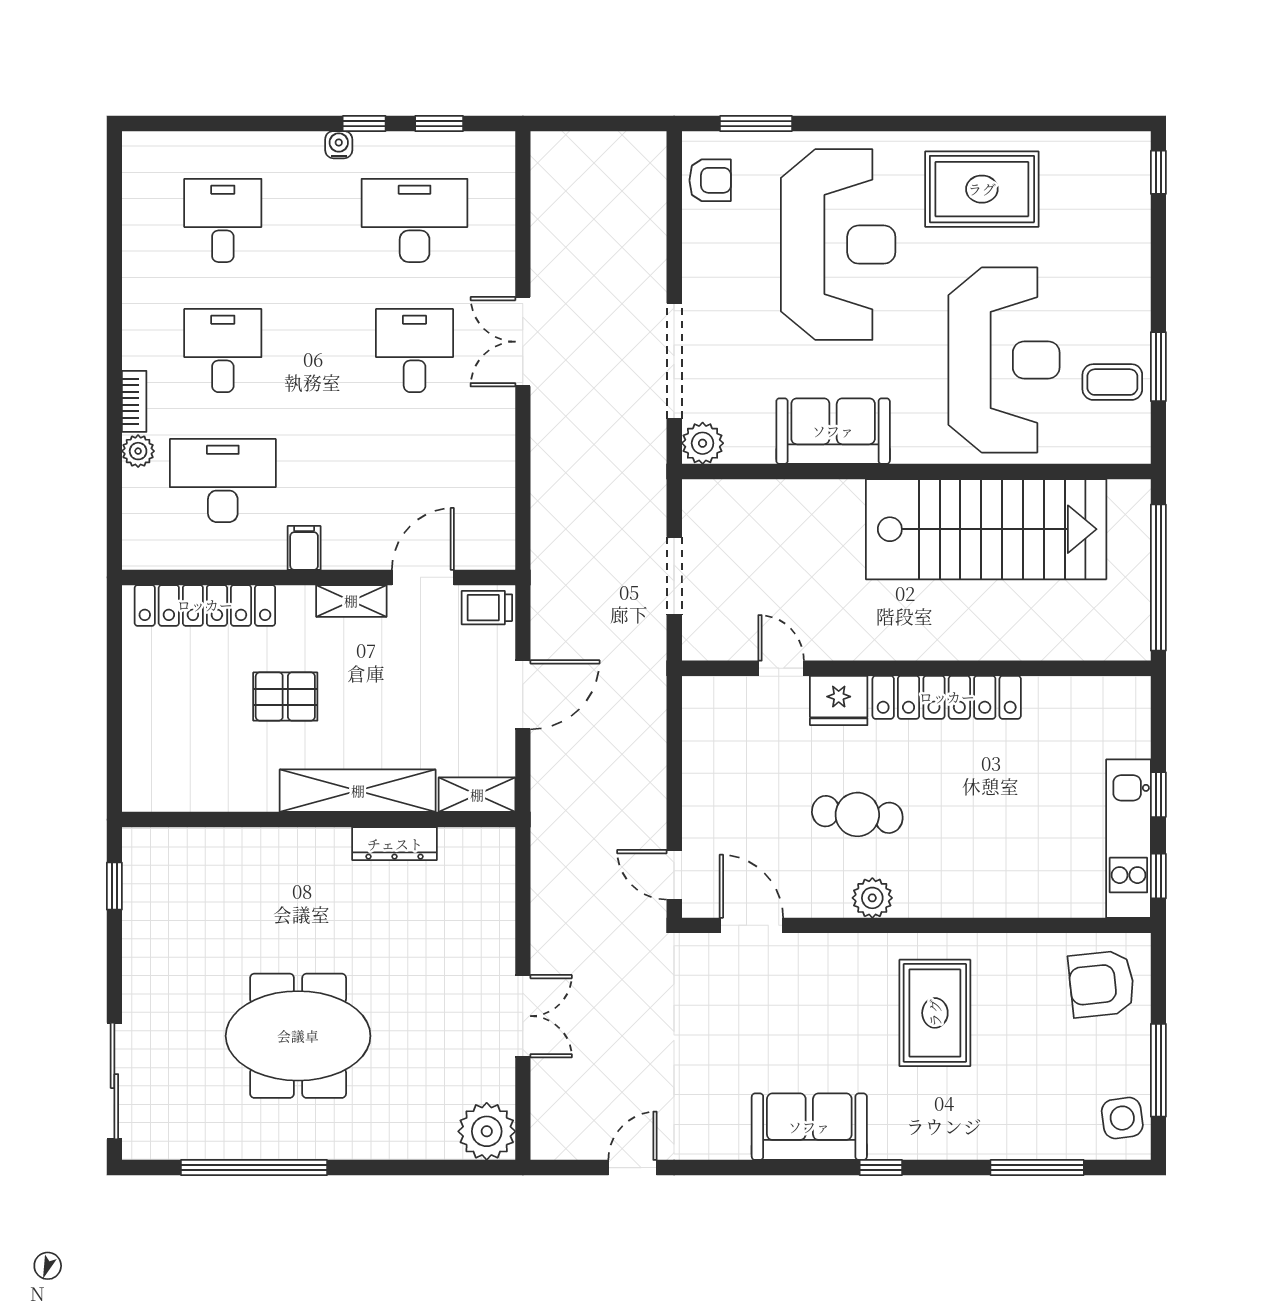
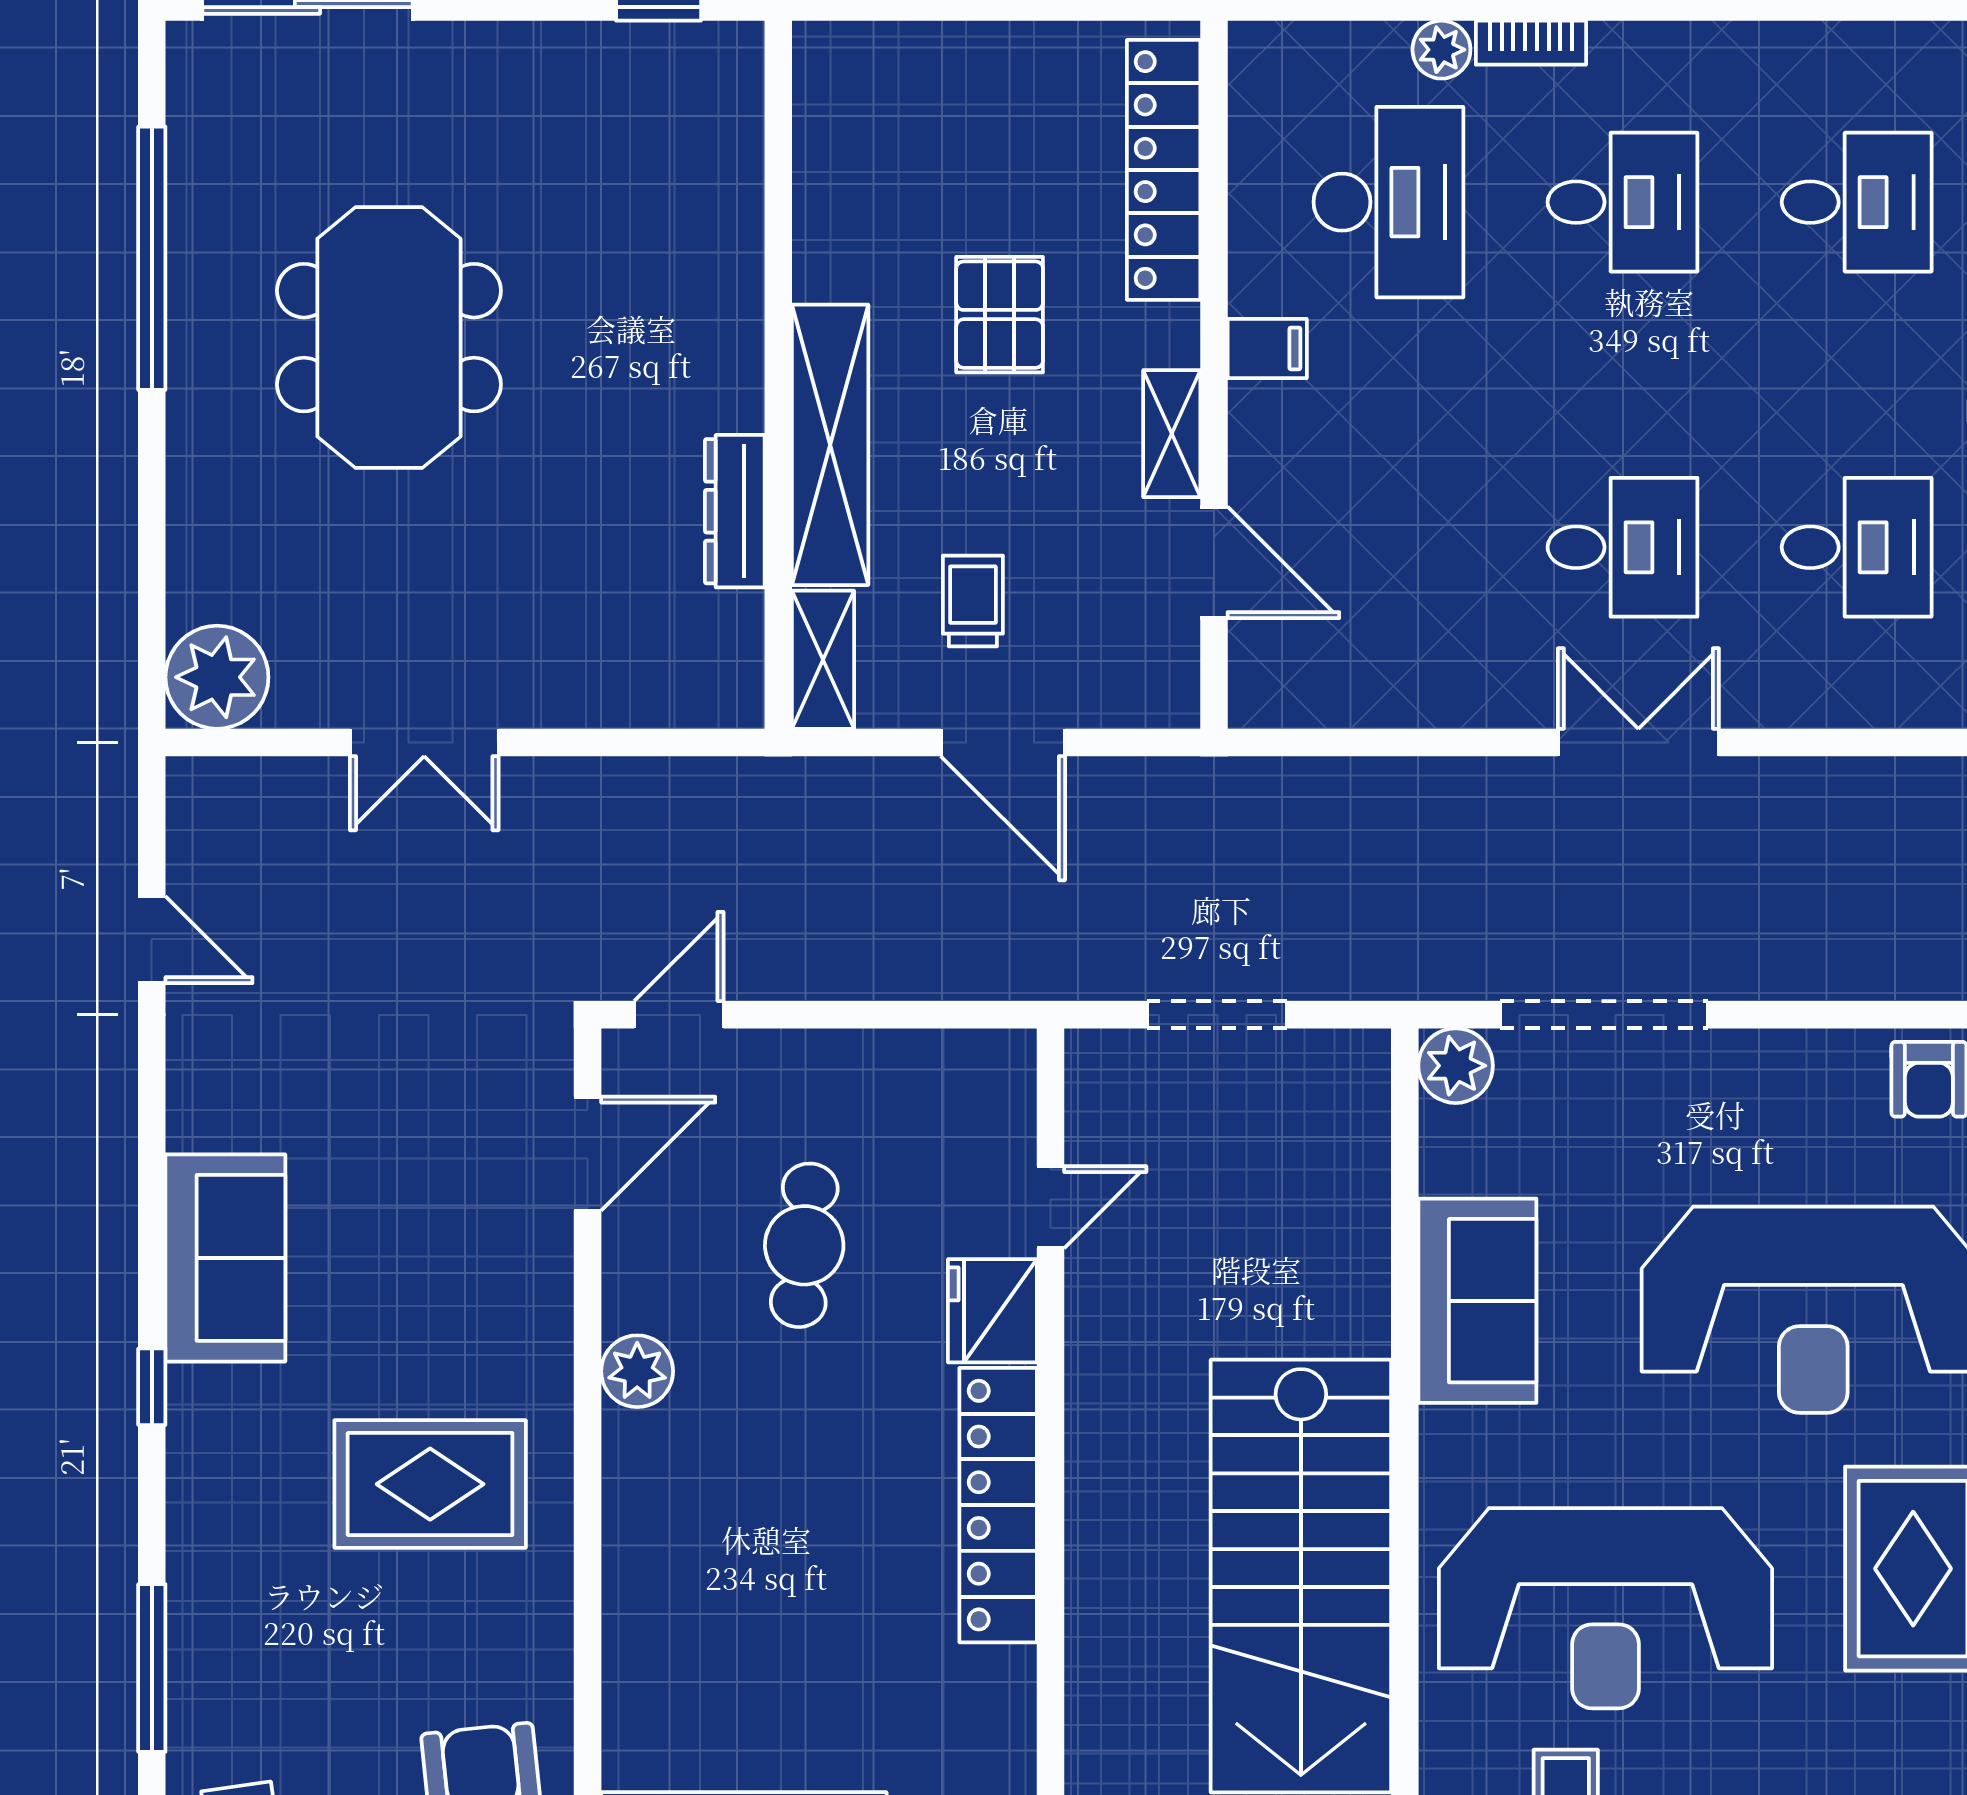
desk: (415, 220) -> (1857, 547), width x0.73
trolley: (487, 608) -> (973, 601), moved
cafe table: (857, 814) -> (804, 1245), moved

